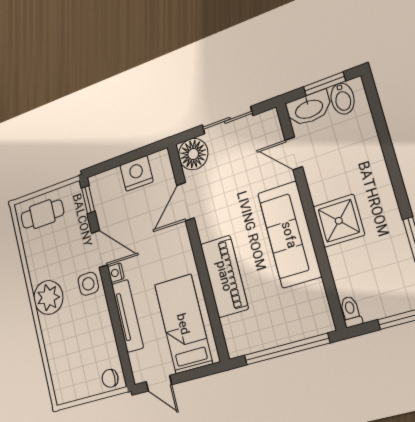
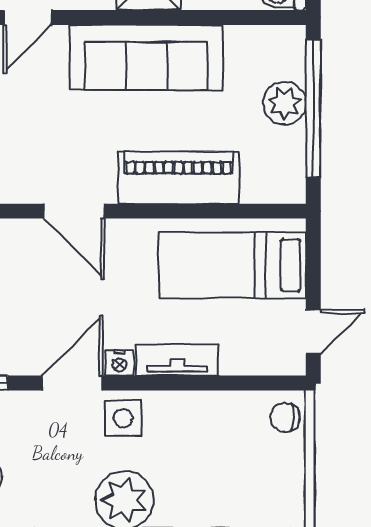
door: (185, 202) -> (74, 211), moved
tv unit: (127, 316) -> (177, 360), width x0.71
plant: (285, 330) -> (284, 103), added
chair: (110, 378) -> (285, 417), turned 90

